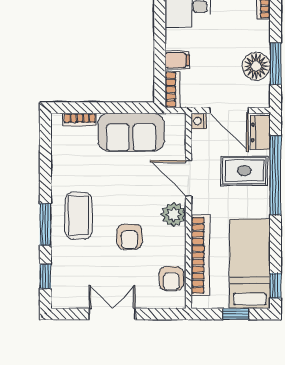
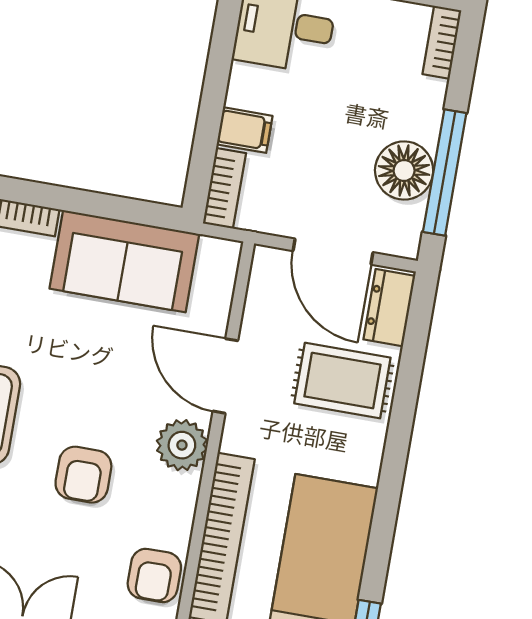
window: (275, 64) -> (445, 173), width x1.44
nightstand: (199, 121) -> (267, 262), removed
window: (275, 175) -> (405, 401), removed

